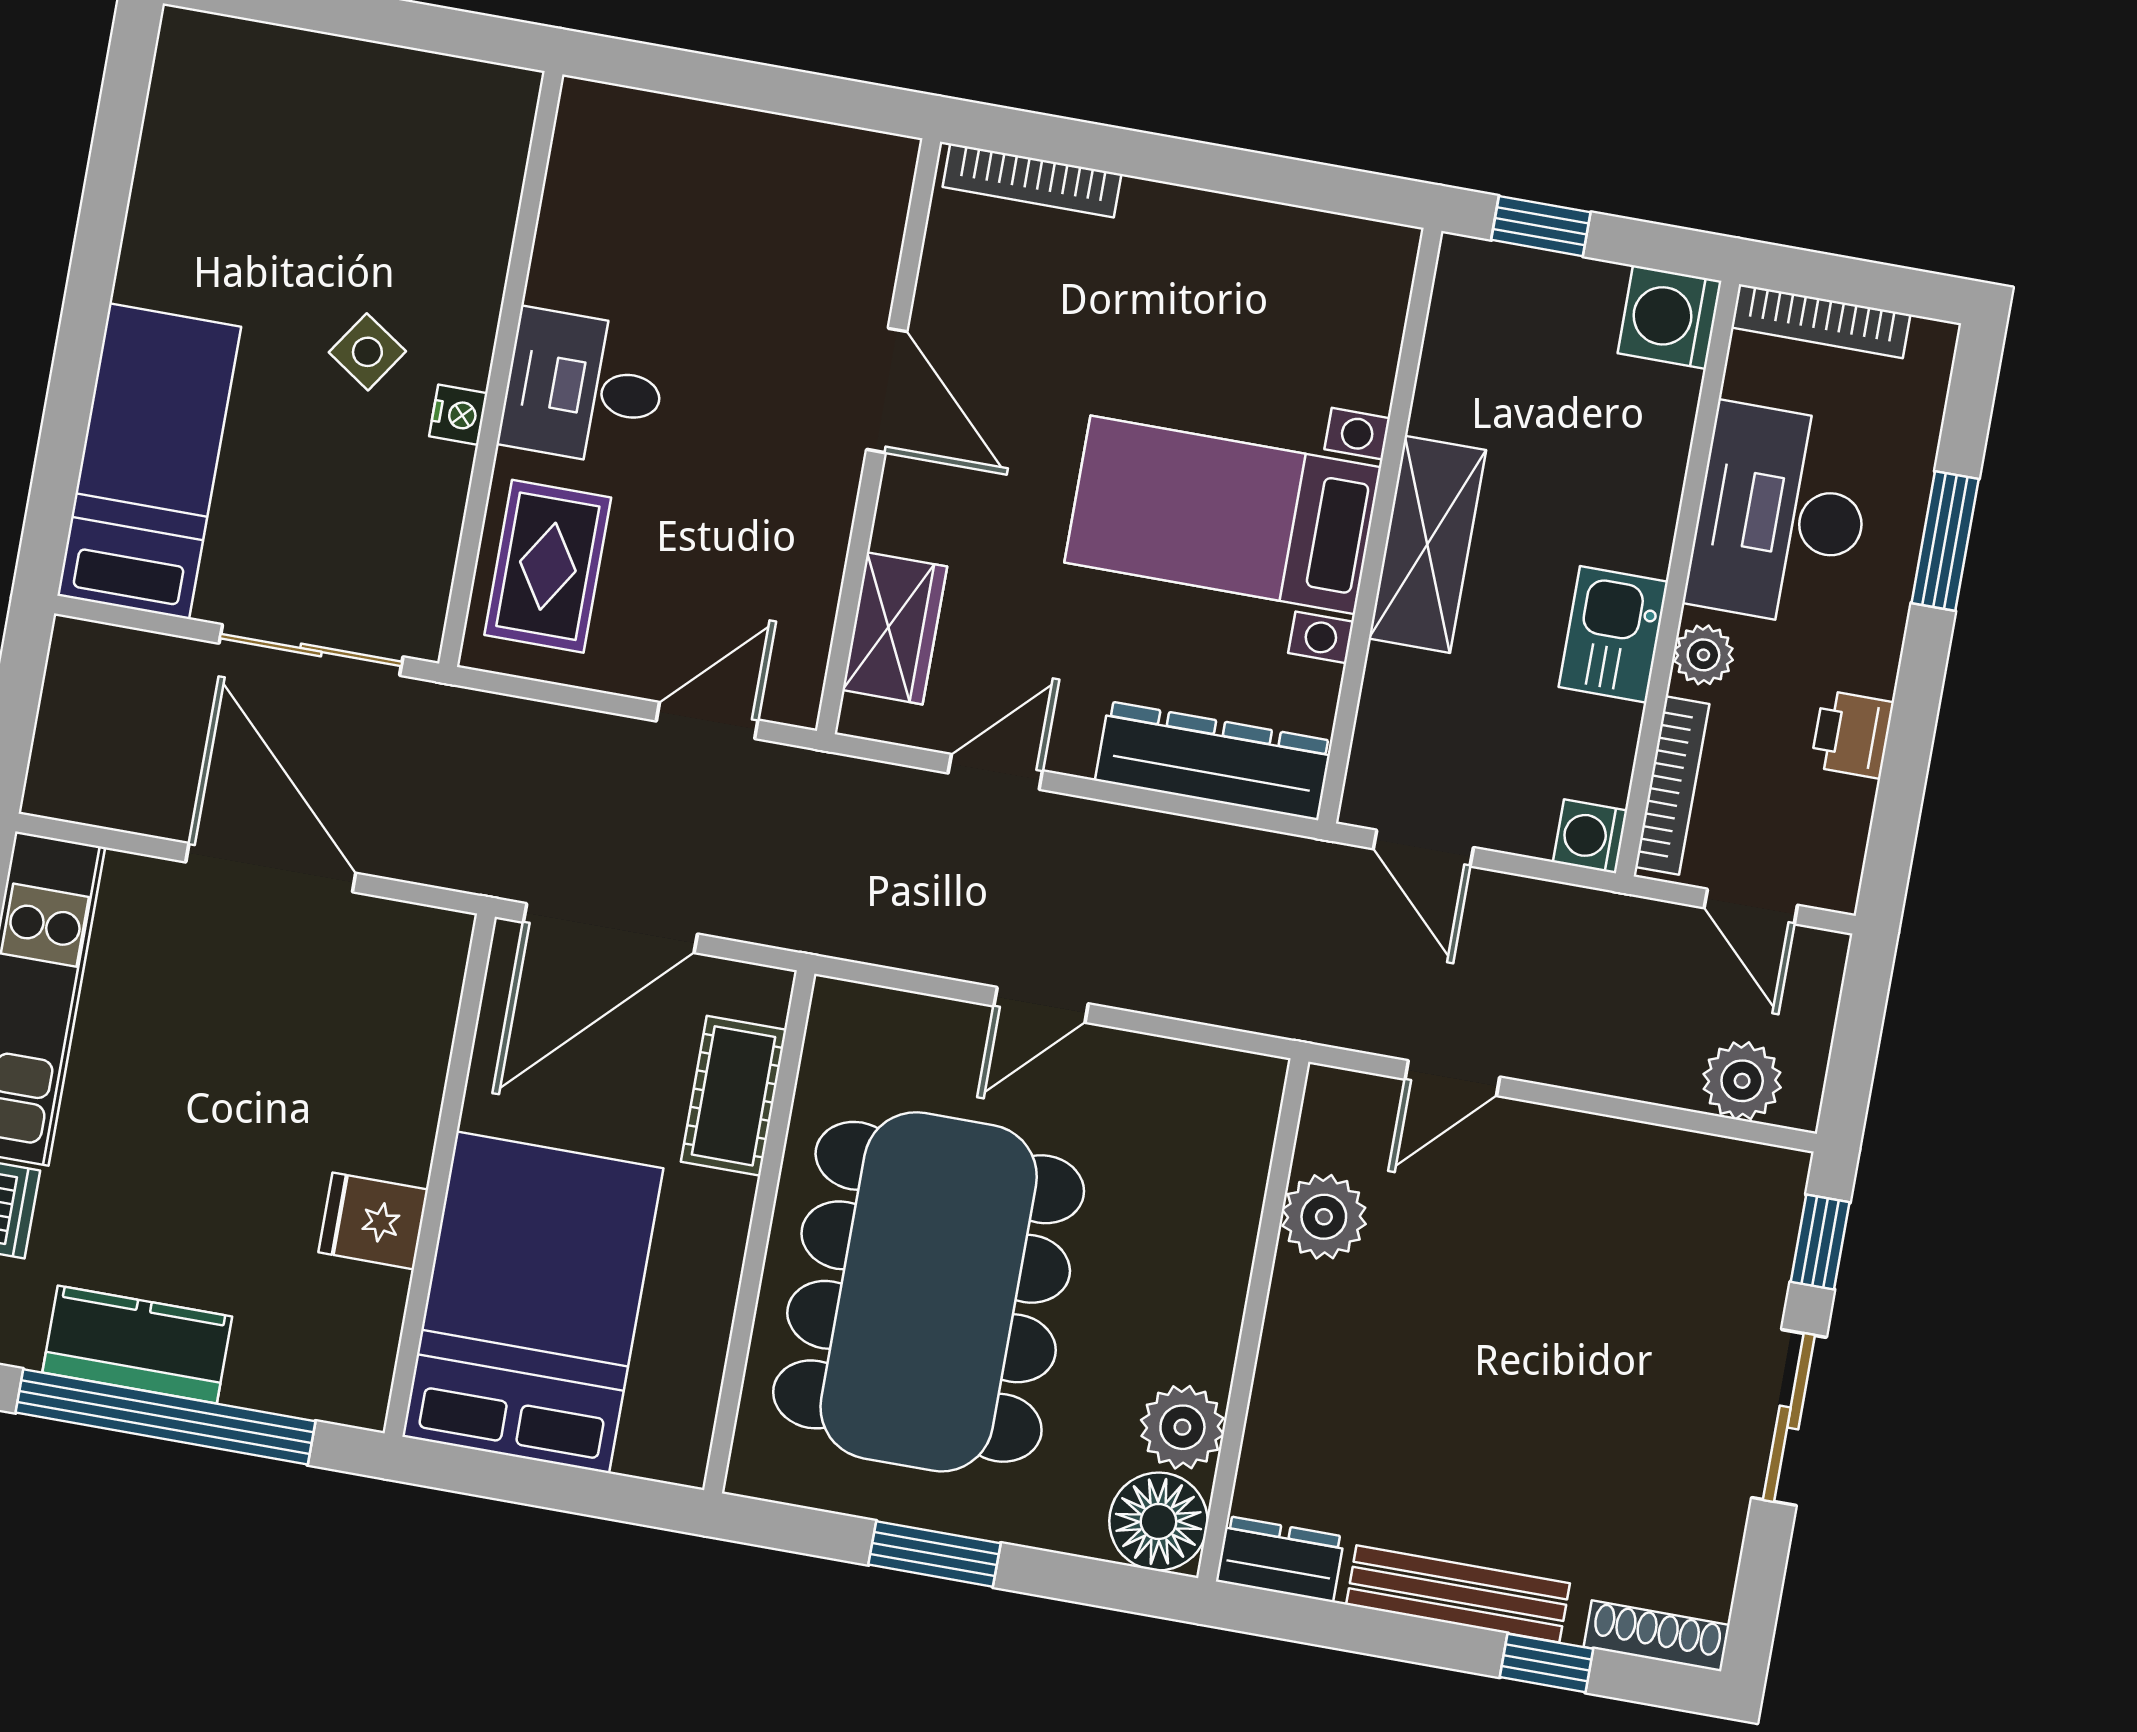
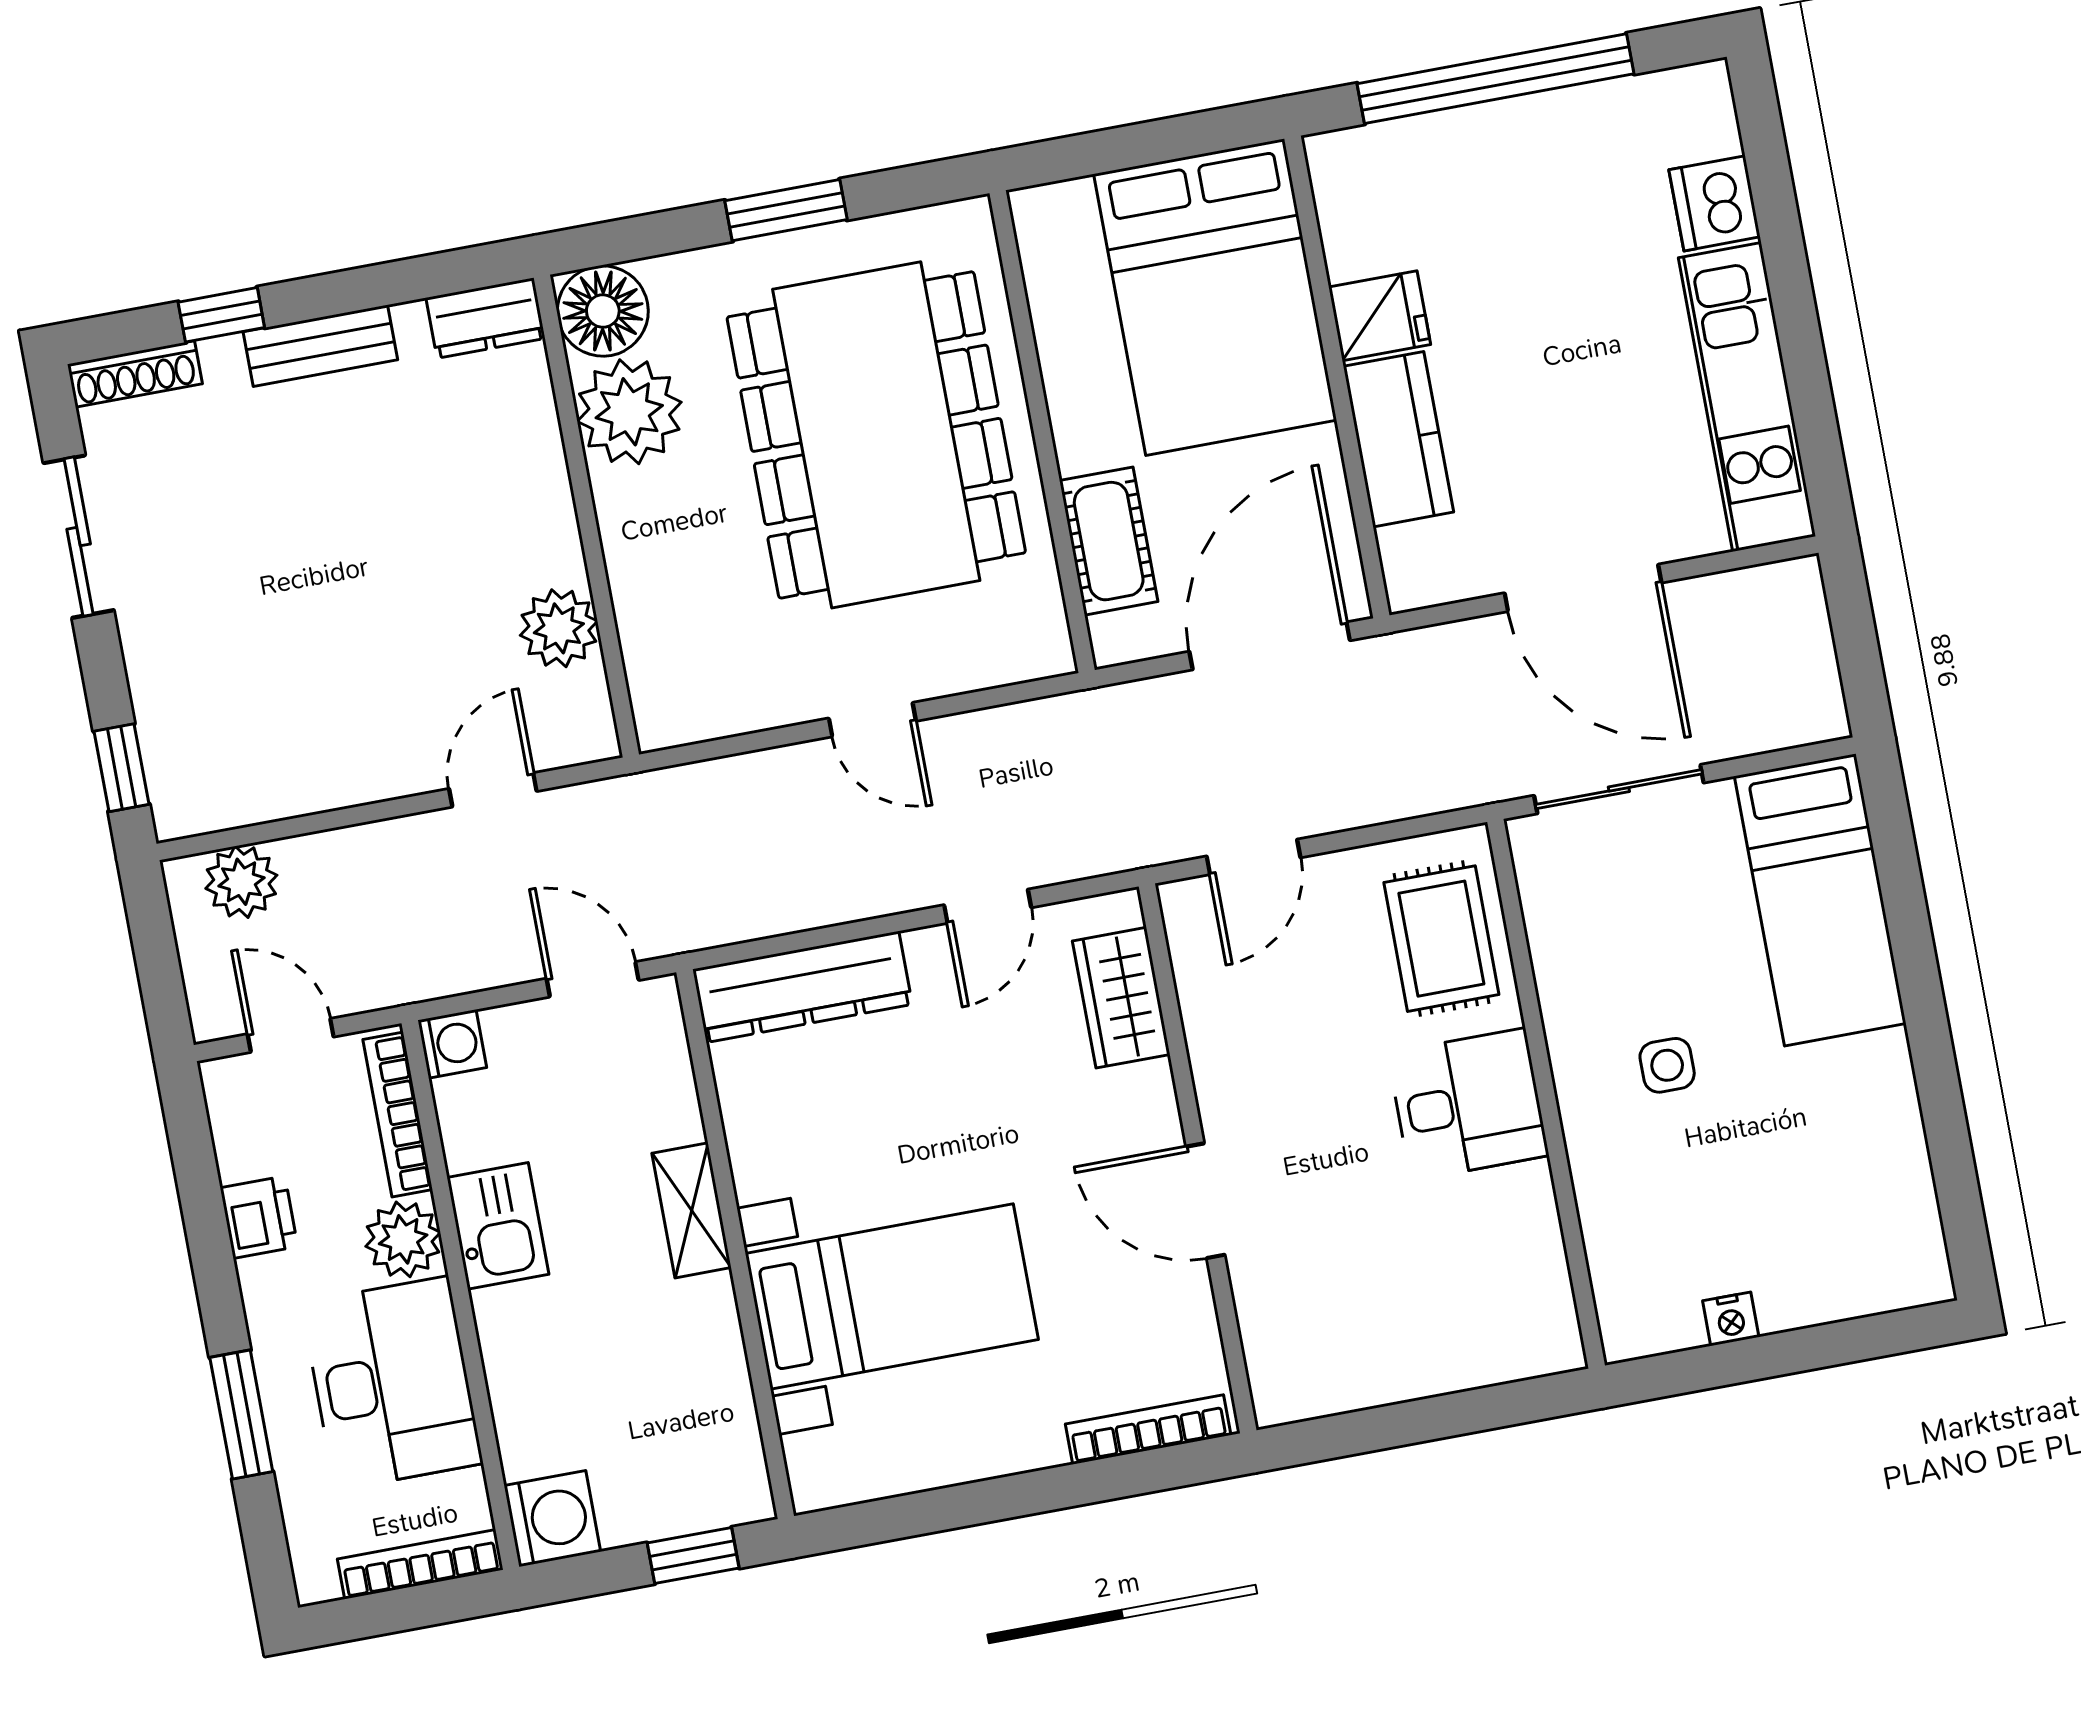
side table: (367, 352) -> (1667, 1065), turned -34
nightstand: (458, 415) -> (1731, 1319), moved, turned -90
bed with nightstands: (1223, 515) -> (892, 1296), moved
shelving: (1427, 544) -> (692, 1210), width x0.67, depth x0.75
plant: (1703, 655) -> (403, 1239), width x1.38, depth x1.38
door: (1041, 1005) -> (872, 720), swing flipped
kitchen counter: (137, 1344) -> (1398, 439), moved, turned -90
sliding door: (1789, 1417) -> (79, 537), moved
plant: (1182, 1427) -> (629, 412), width x1.36, depth x1.36
bench: (1458, 1594) -> (320, 346), width x0.73

